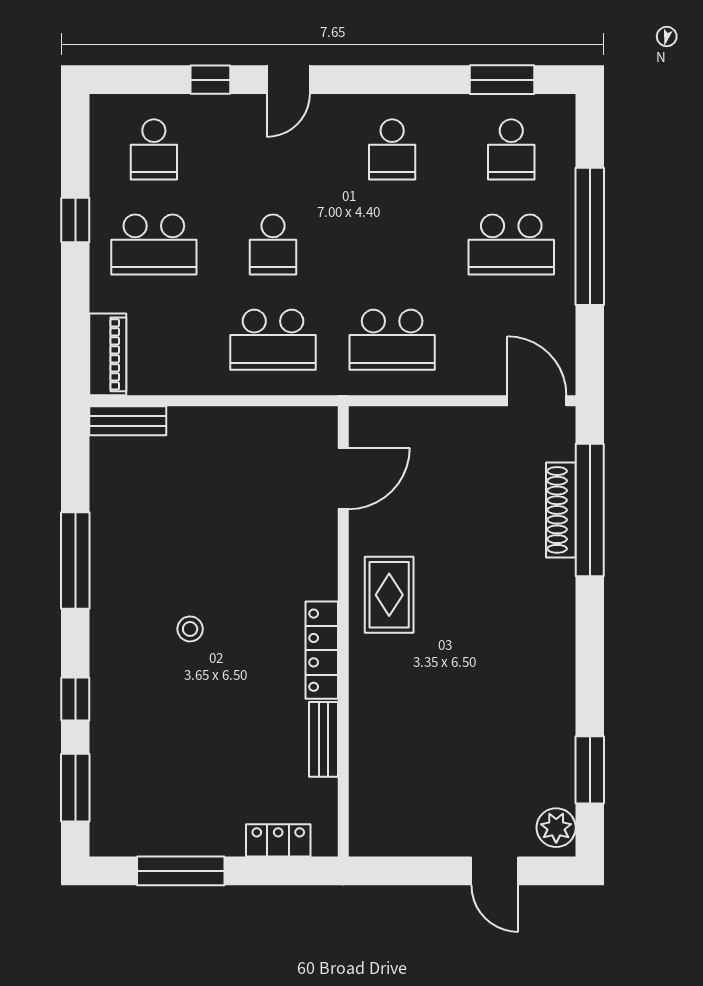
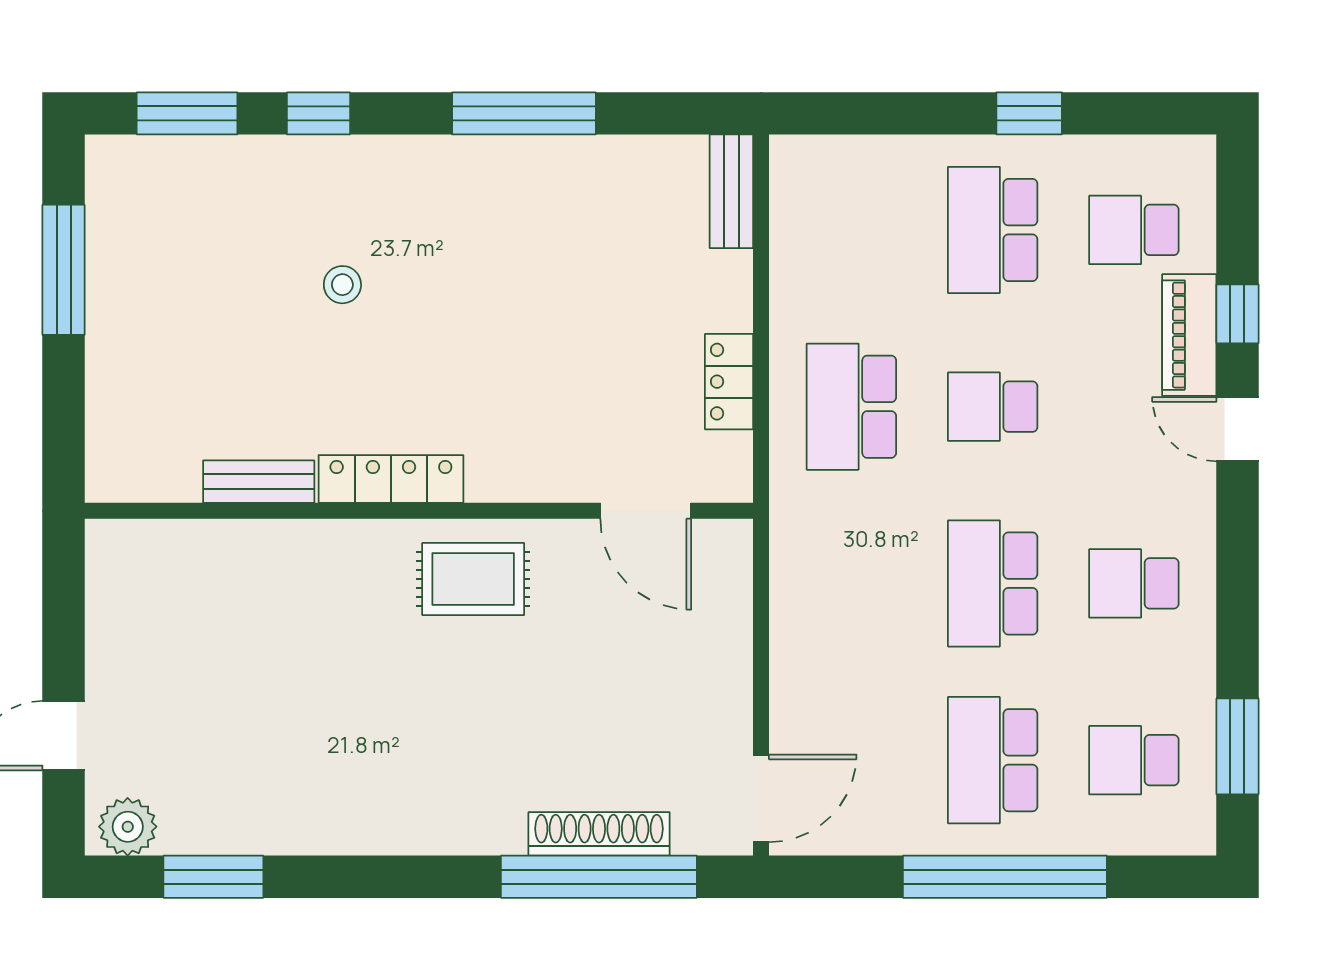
school desk: (392, 340) -> (993, 583), moved
piano: (108, 354) -> (1189, 335), moved, turned 90
stool: (190, 629) -> (342, 285), moved
locker: (278, 840) -> (729, 382), moved, turned 180

